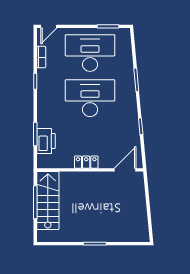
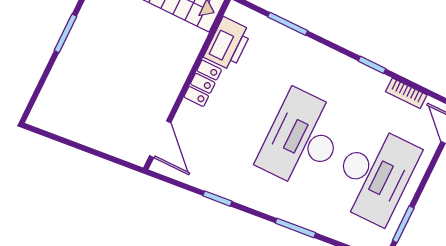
desk: (90, 98) -> (302, 139), turned 180
printer: (46, 141) -> (228, 44), moved, turned -90

